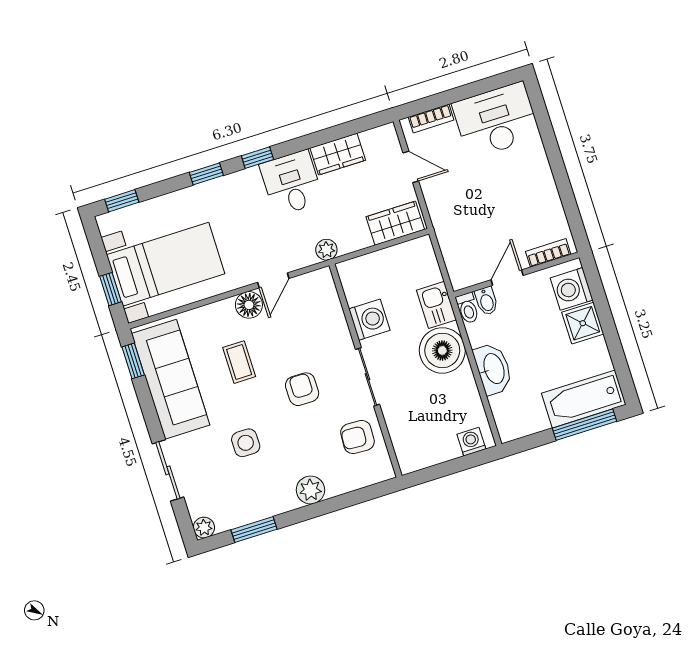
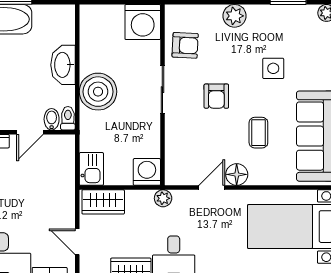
kitchen sink: (436, 305) -> (91, 169), moved
washing machine: (369, 320) -> (147, 172), moved, turned 90
washing machine: (471, 442) -> (143, 22), moved, width x1.89, depth x1.89

